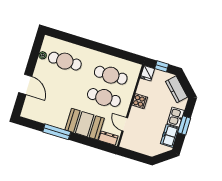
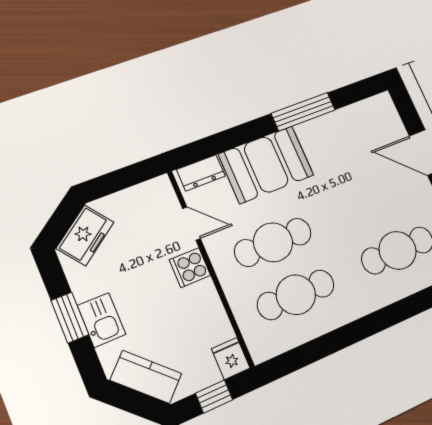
cooker: (140, 101) -> (190, 268), moved
freezer: (170, 136) -> (85, 235), moved, turned 53

